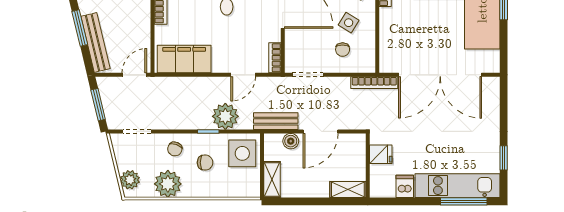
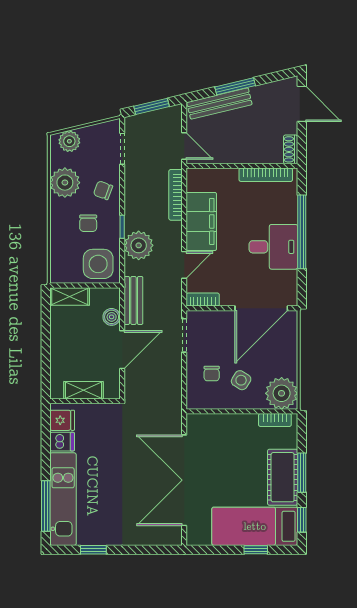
chair: (343, 50) -> (212, 374), turned -90
filing cabinet: (184, 59) -> (201, 221), moved
door: (243, 75) -> (184, 265), swing flipped
bookcase: (374, 83) -> (175, 195), moved
door: (321, 131) -> (122, 350), swing flipped
fridge: (381, 154) -> (62, 420), moved, turned -90
shelving: (348, 189) -> (83, 390), moved, turned 90

